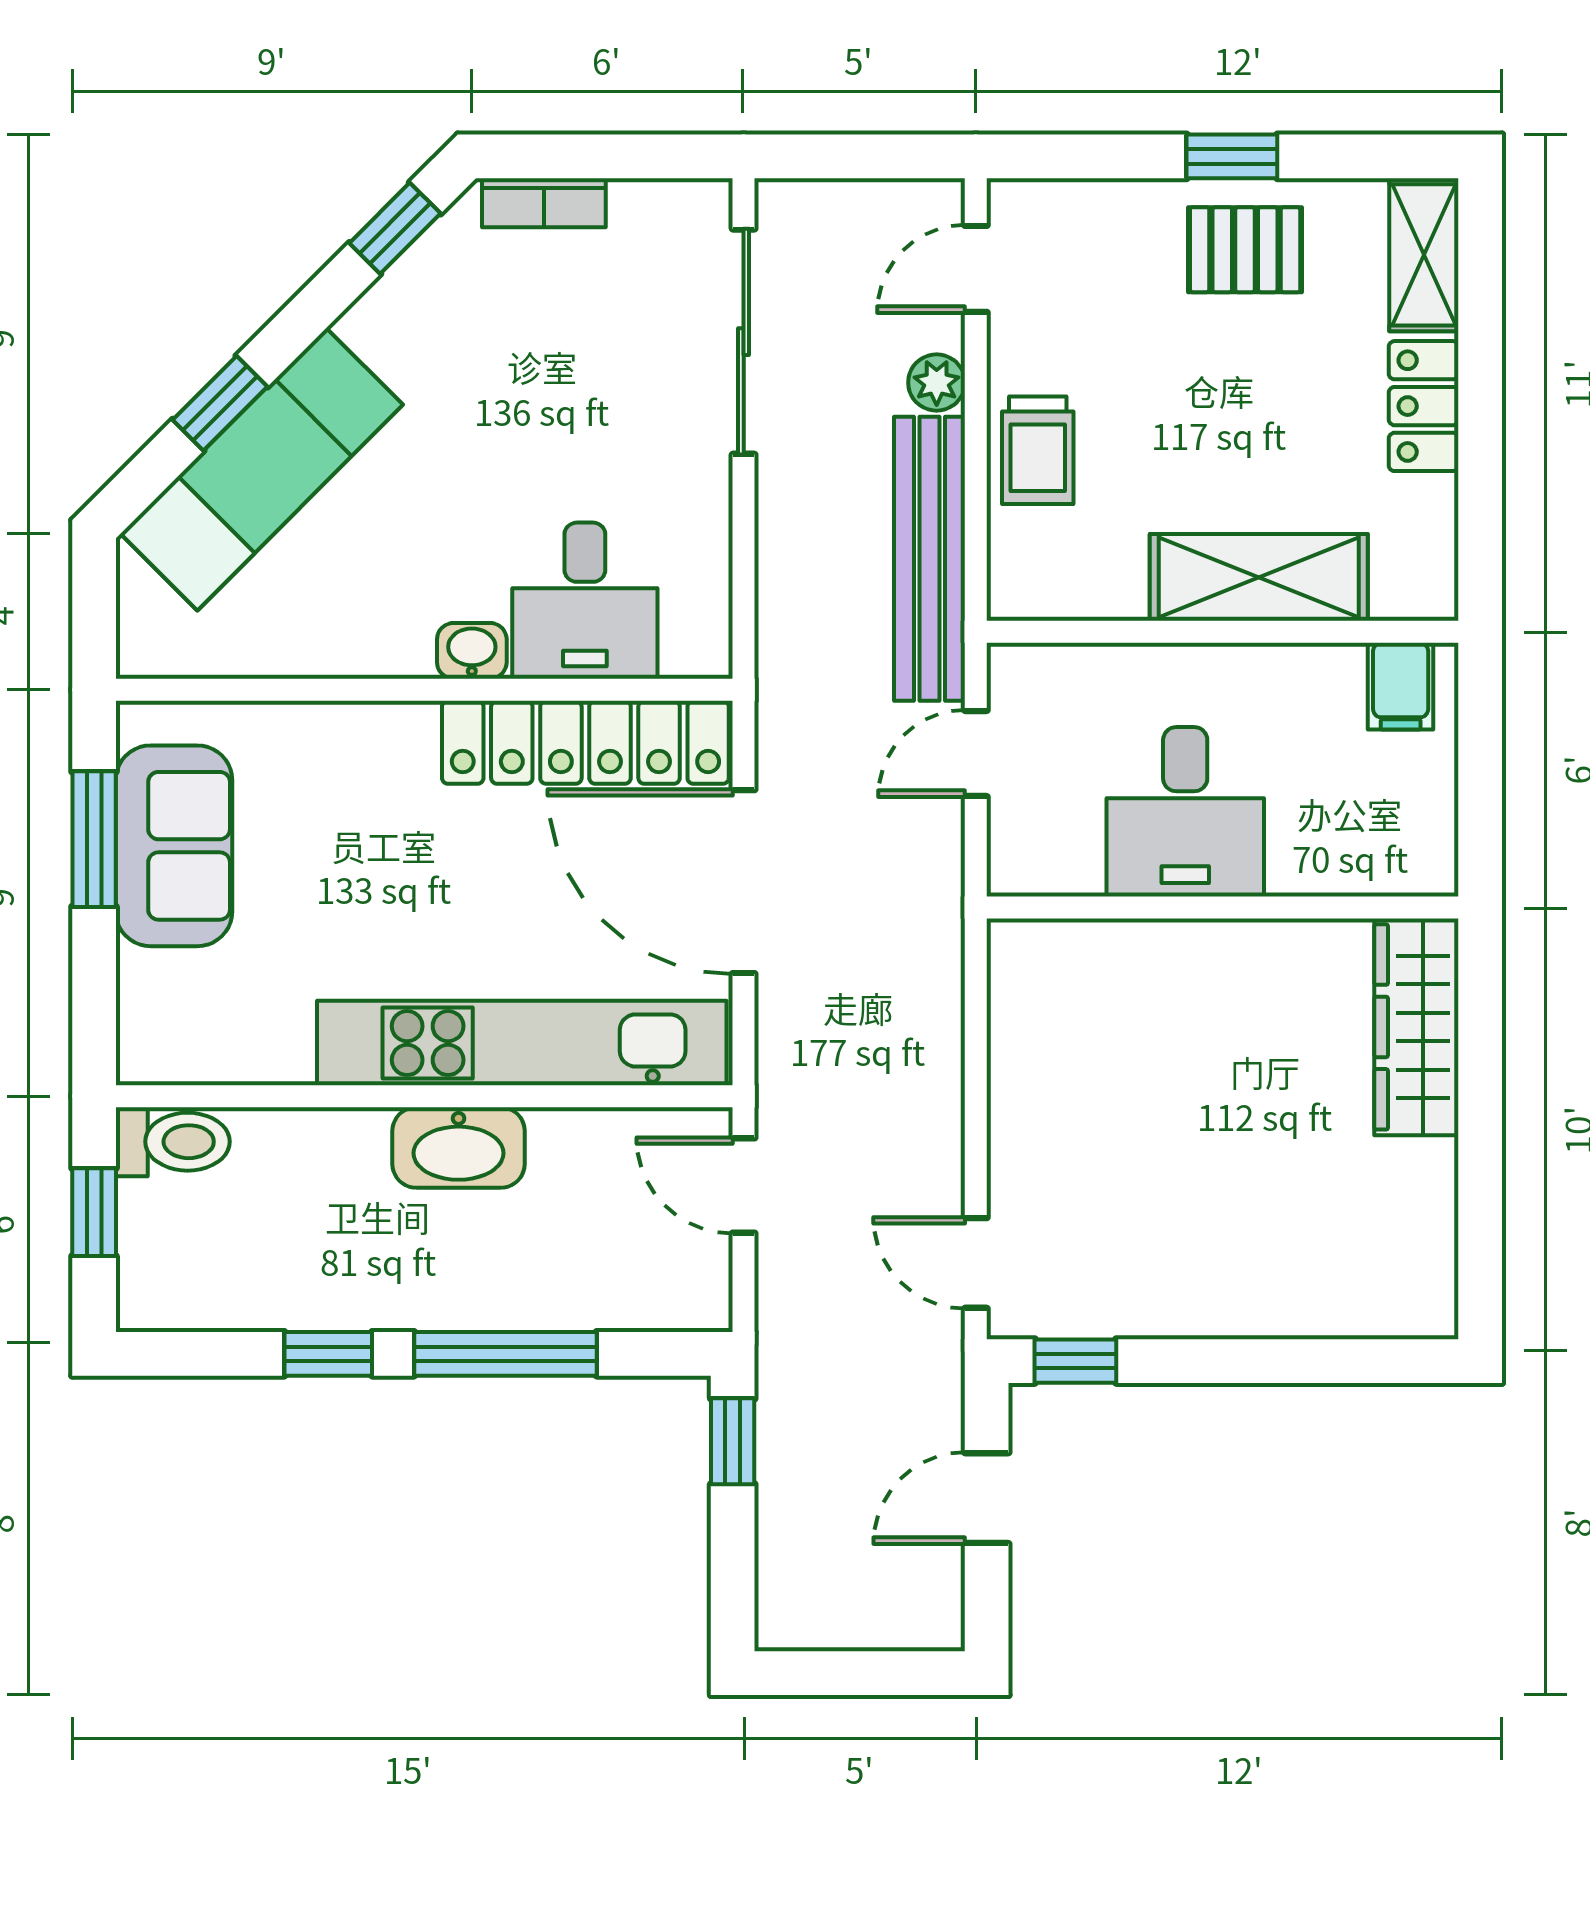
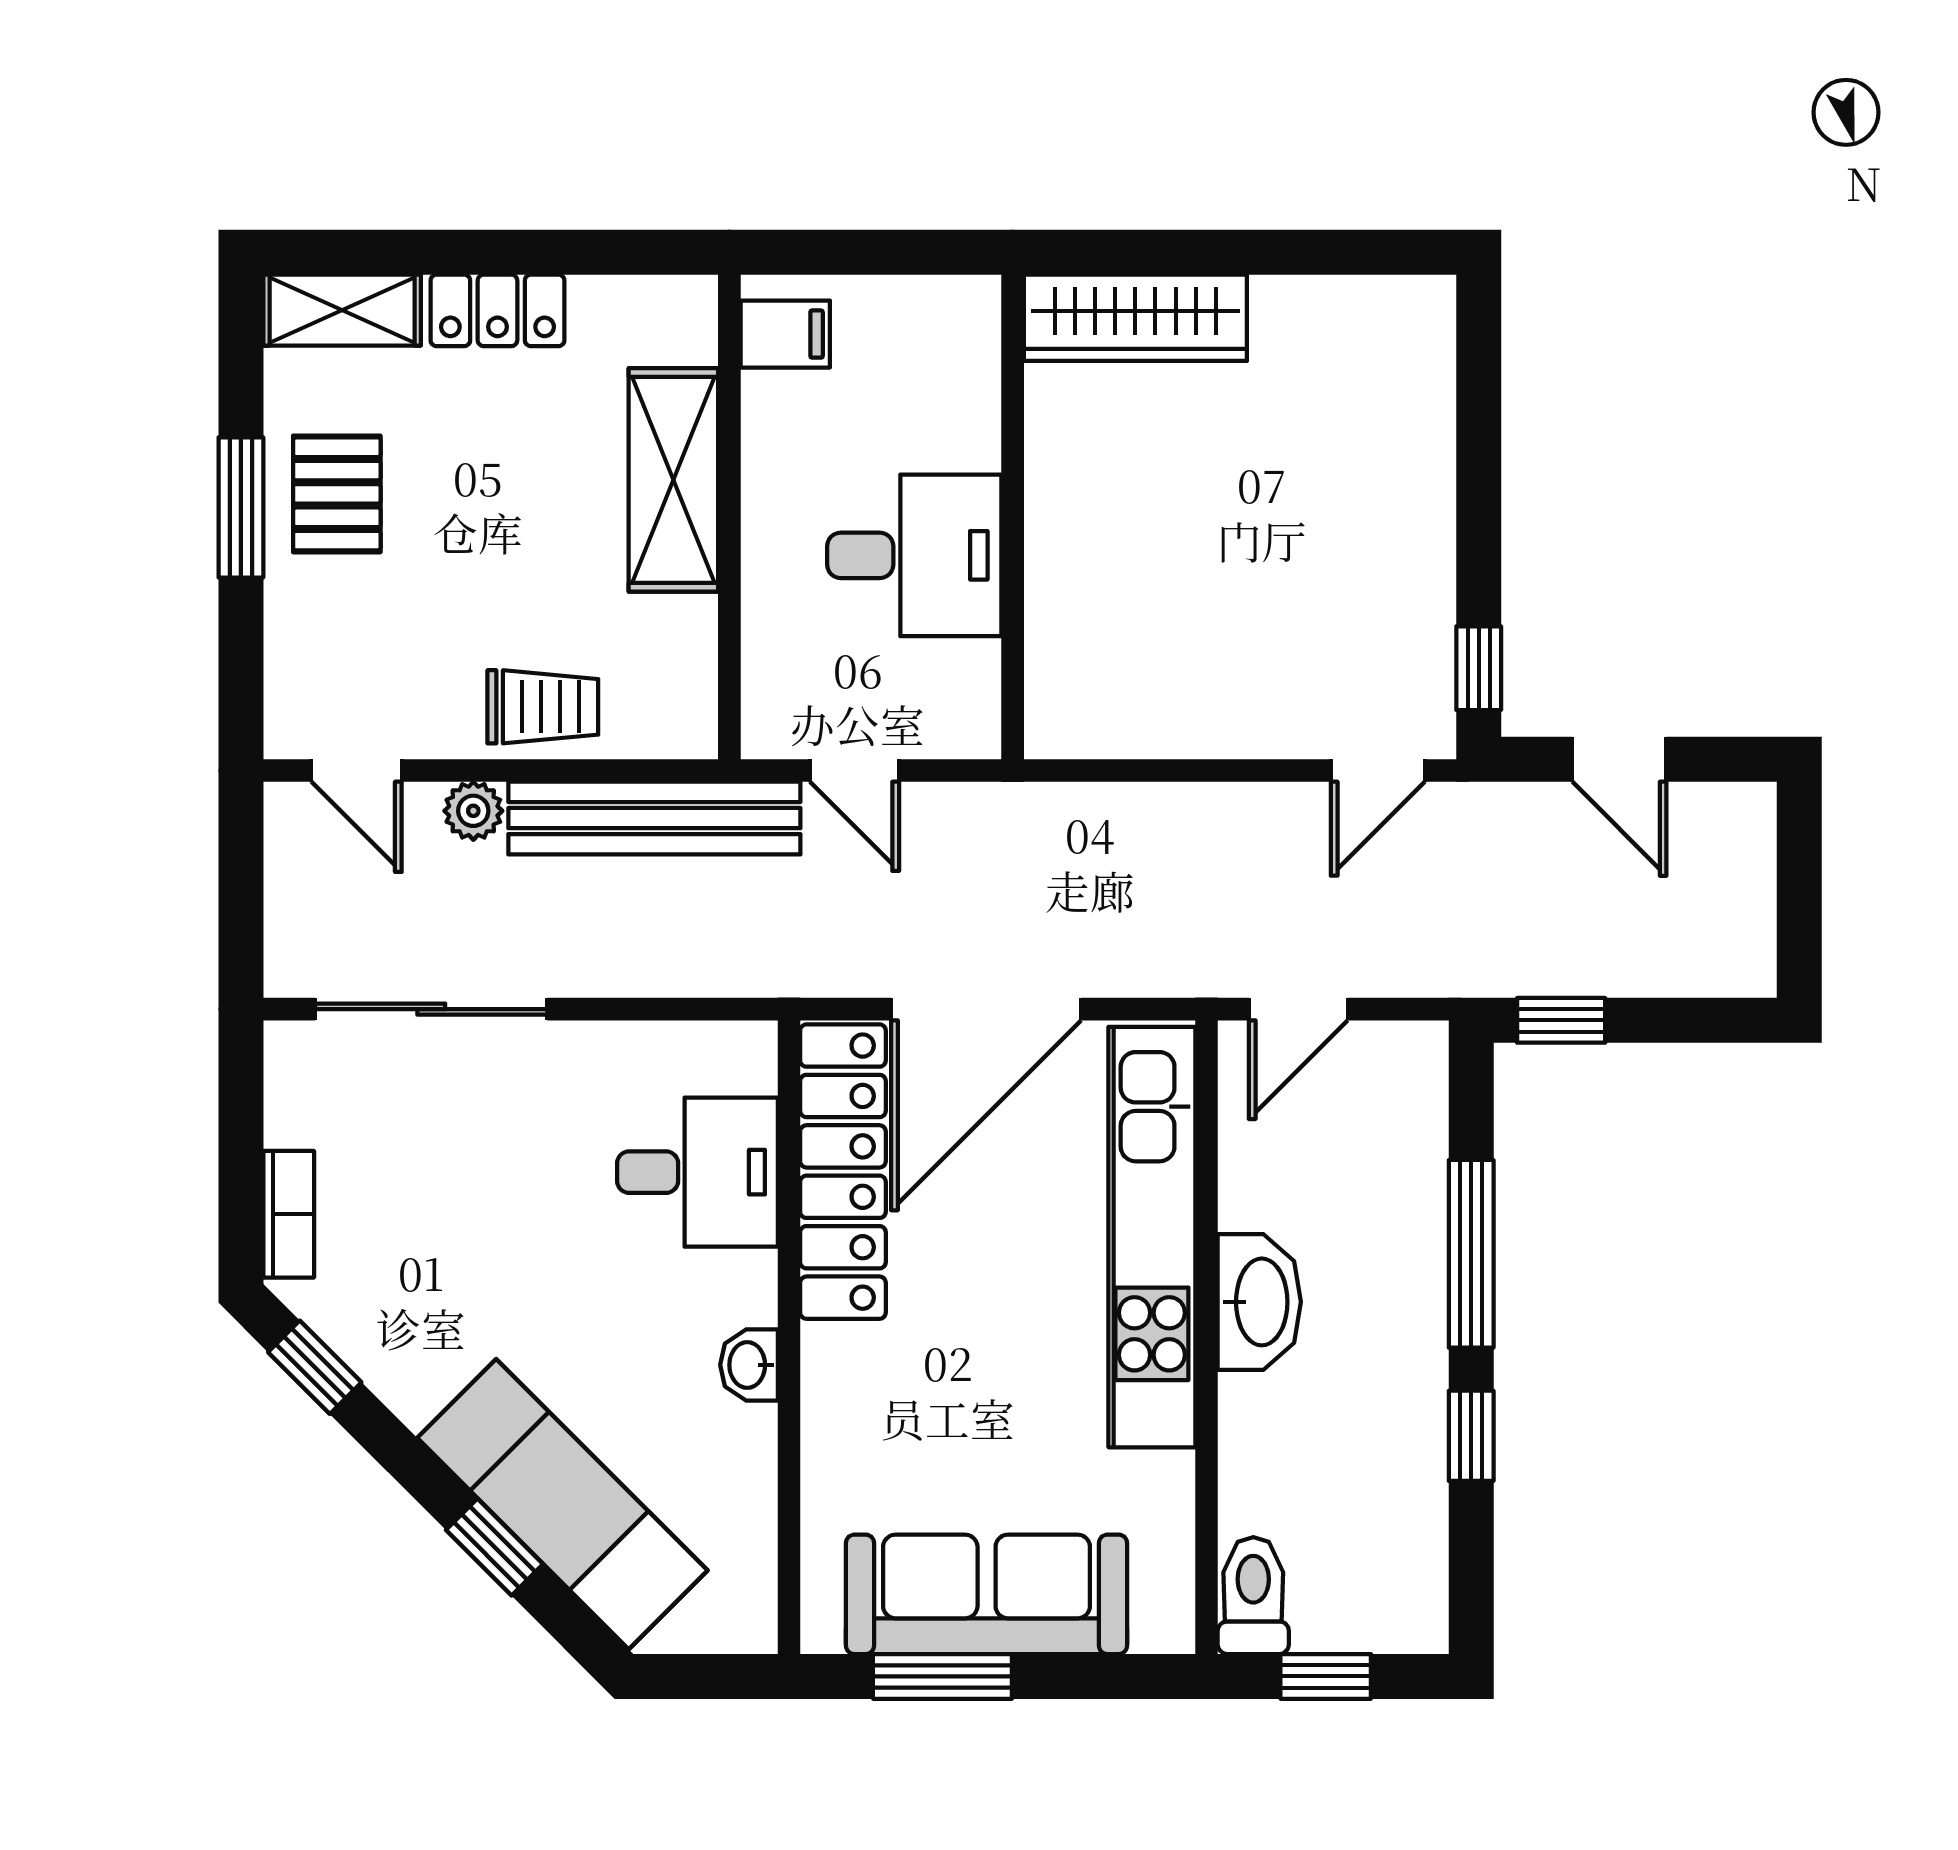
window: (1232, 156) -> (241, 507), width x1.50
washbasin: (472, 651) -> (749, 1365), moved
sofa: (174, 846) -> (987, 1594), width x1.36

